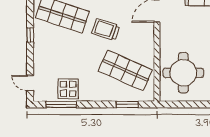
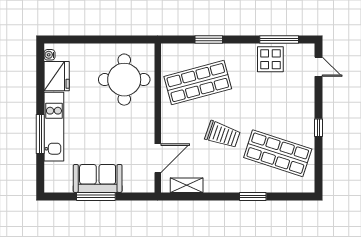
shop shelf: (125, 70) -> (198, 83), turned -39
window: (127, 104) -> (209, 39), moved

